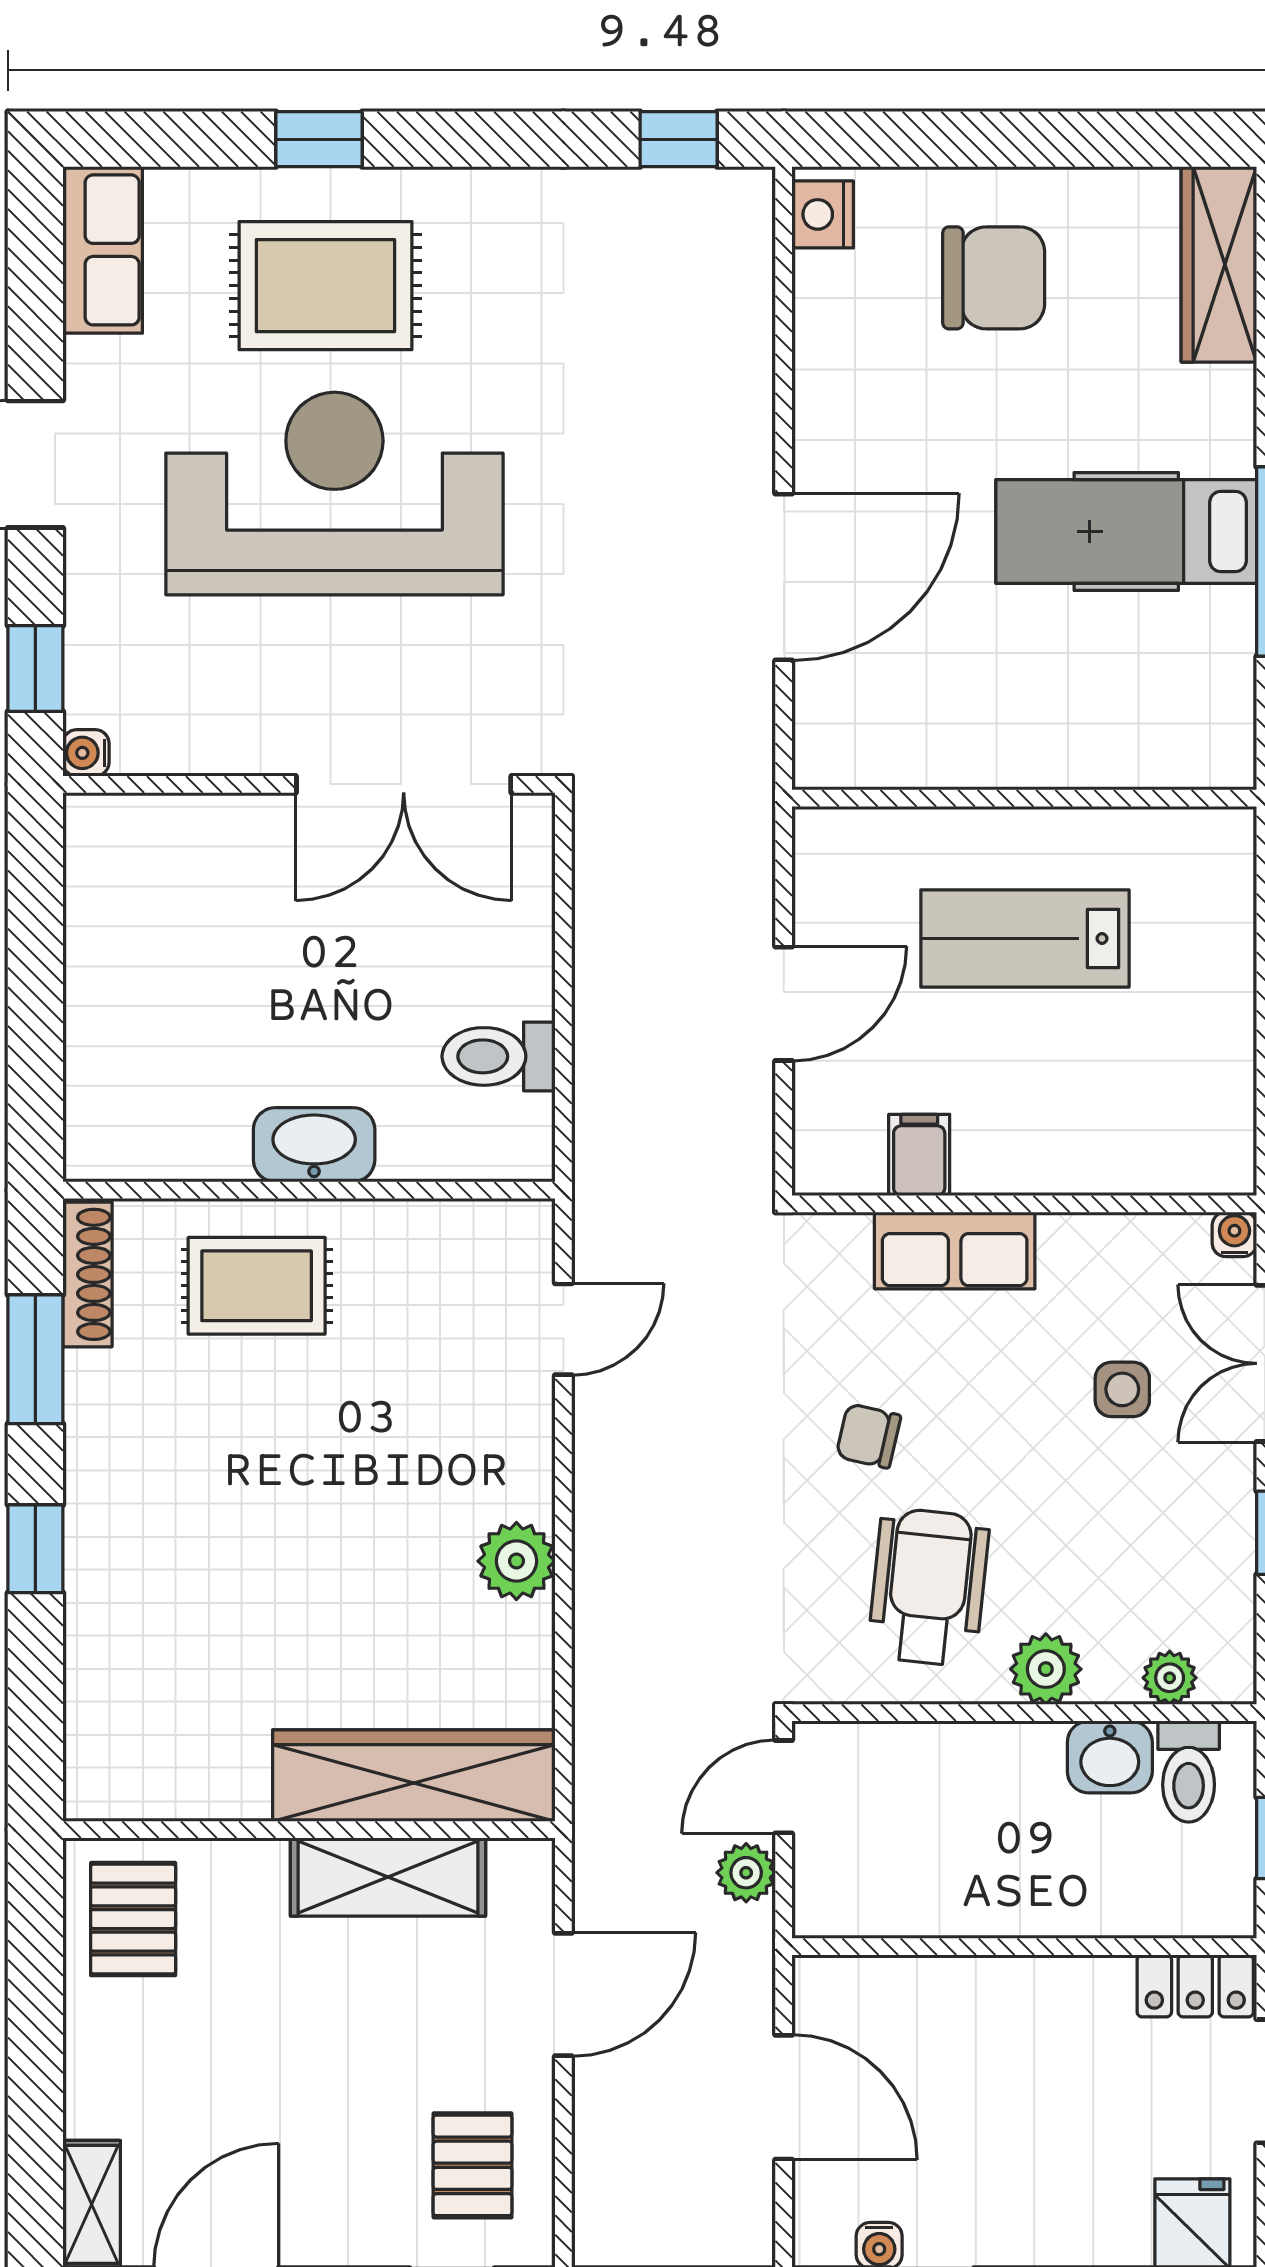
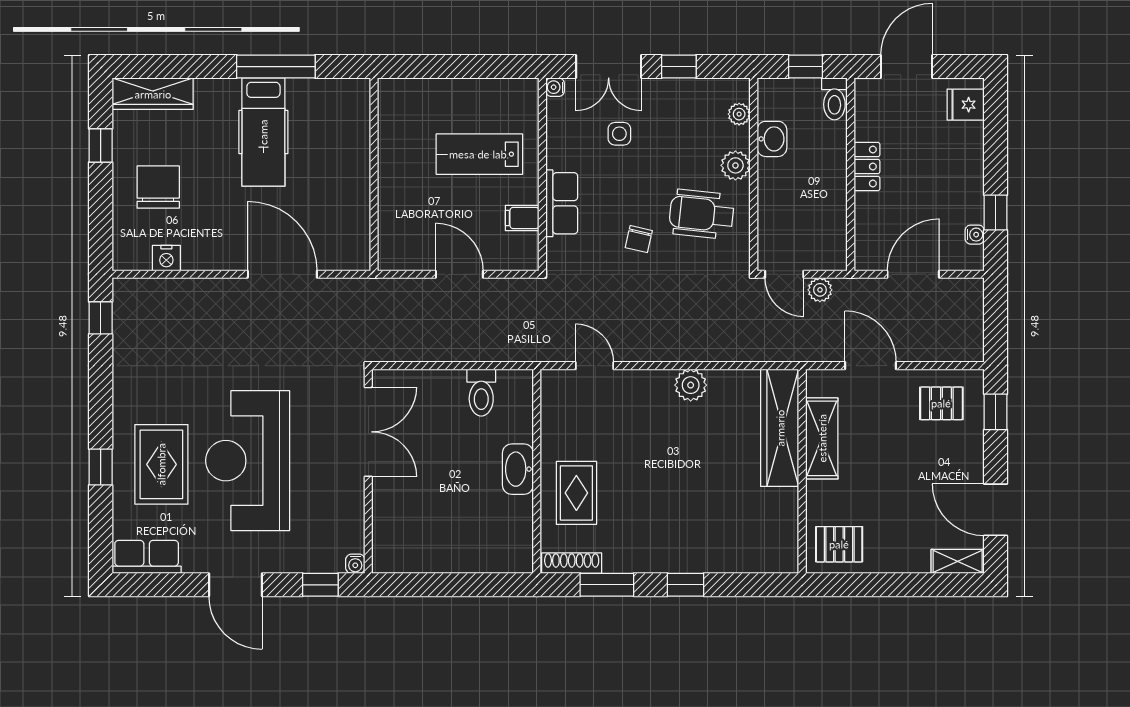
window: (1094, 139) -> (101, 146), added
nightstand: (823, 214) -> (166, 258), moved
lab bench: (1025, 938) -> (479, 154), moved, turned 90
toilet: (1189, 1772) -> (834, 99), moved, turned 90
locker: (1195, 1986) -> (867, 167), moved

